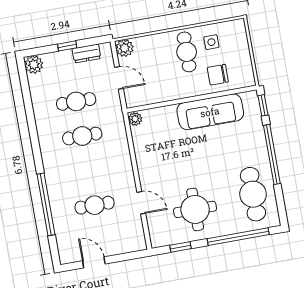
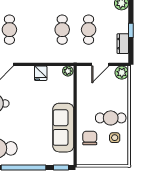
fridge: (144, 154) -> (41, 73), added

